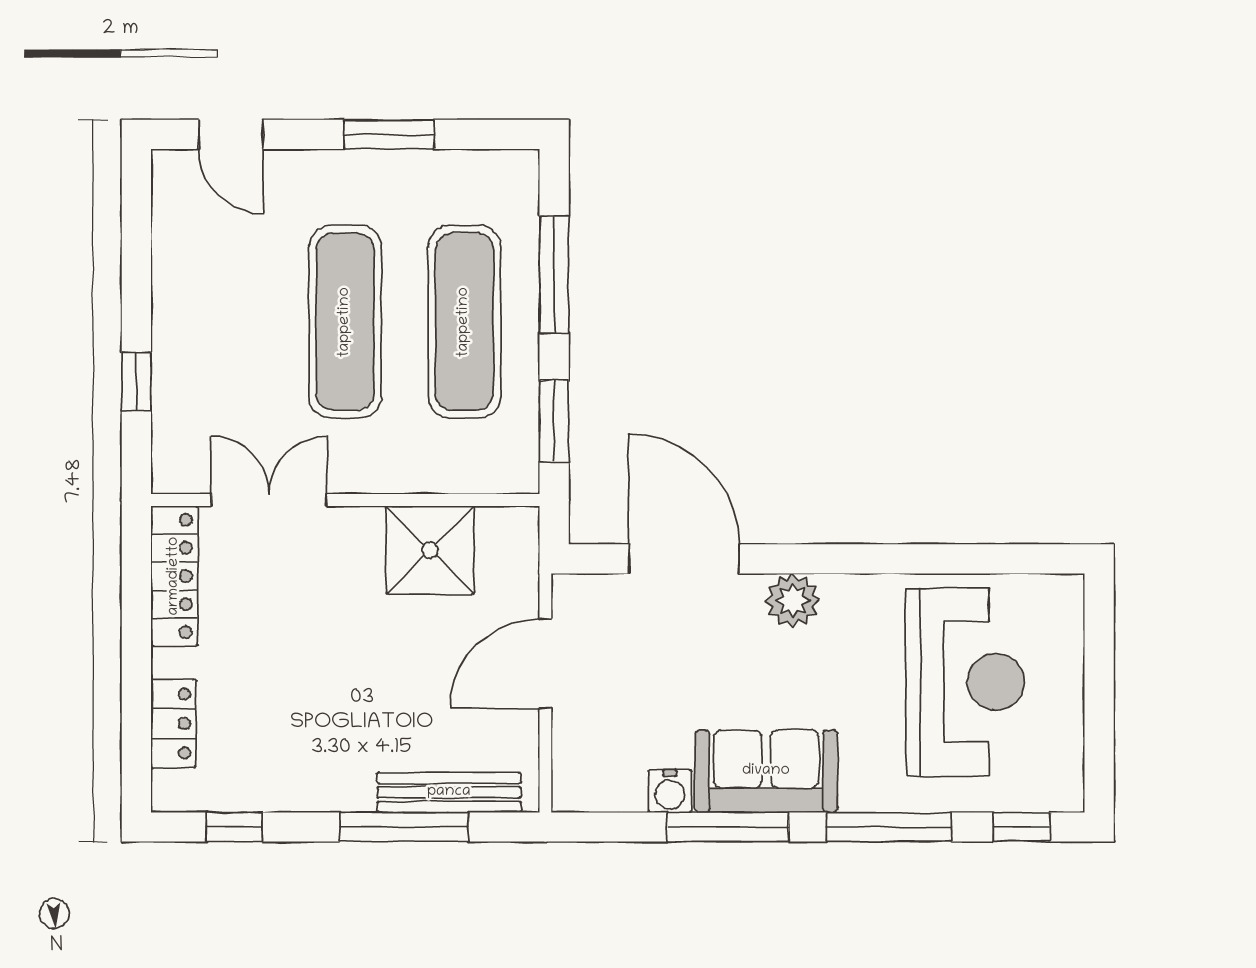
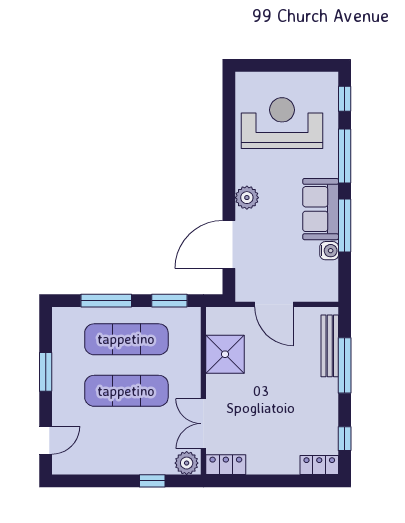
plant: (178, 461) -> (187, 463), added
locker: (174, 576) -> (226, 465), width x0.66
locker: (173, 724) -> (319, 465), moved

